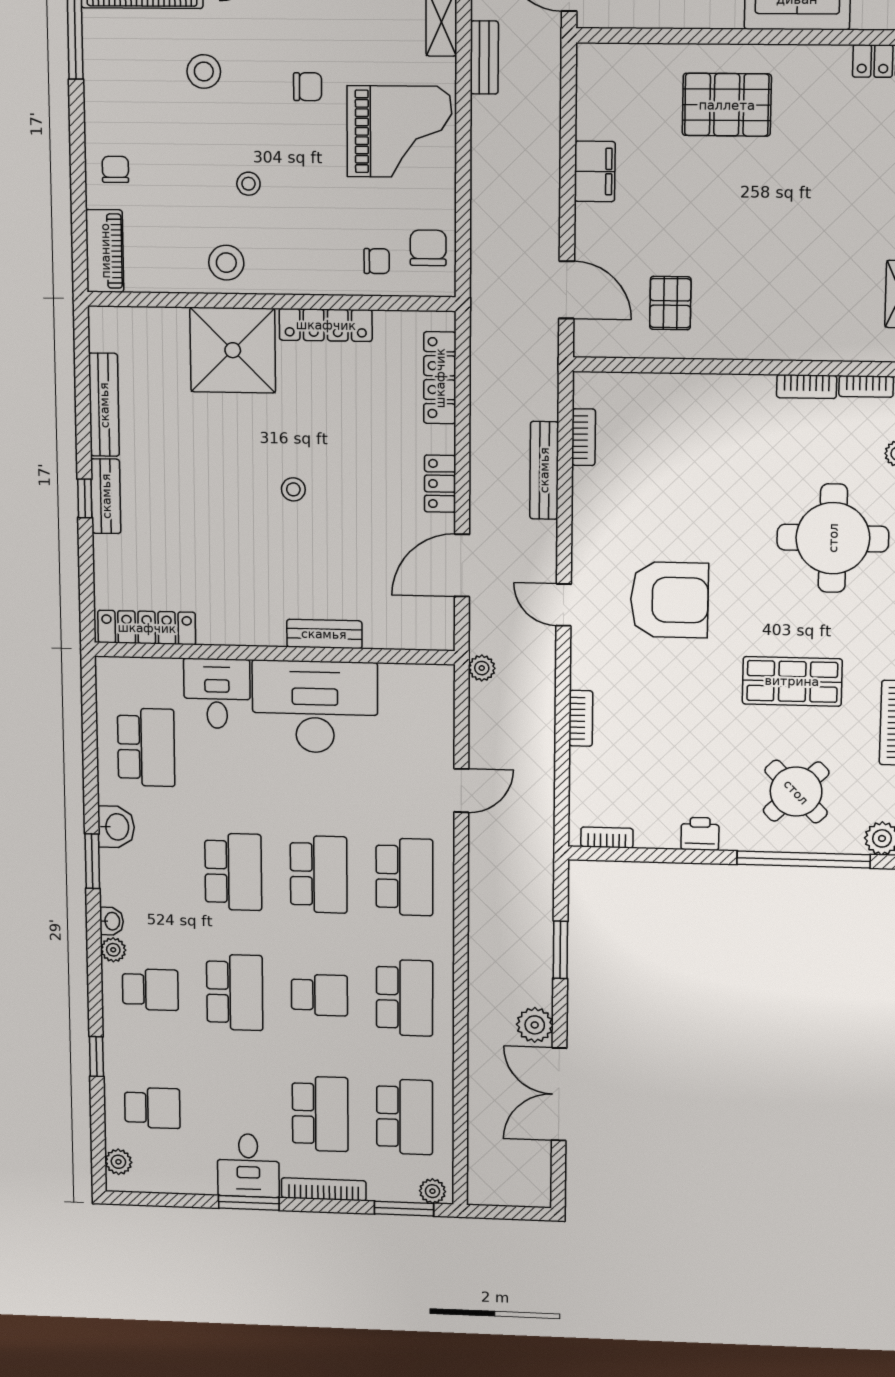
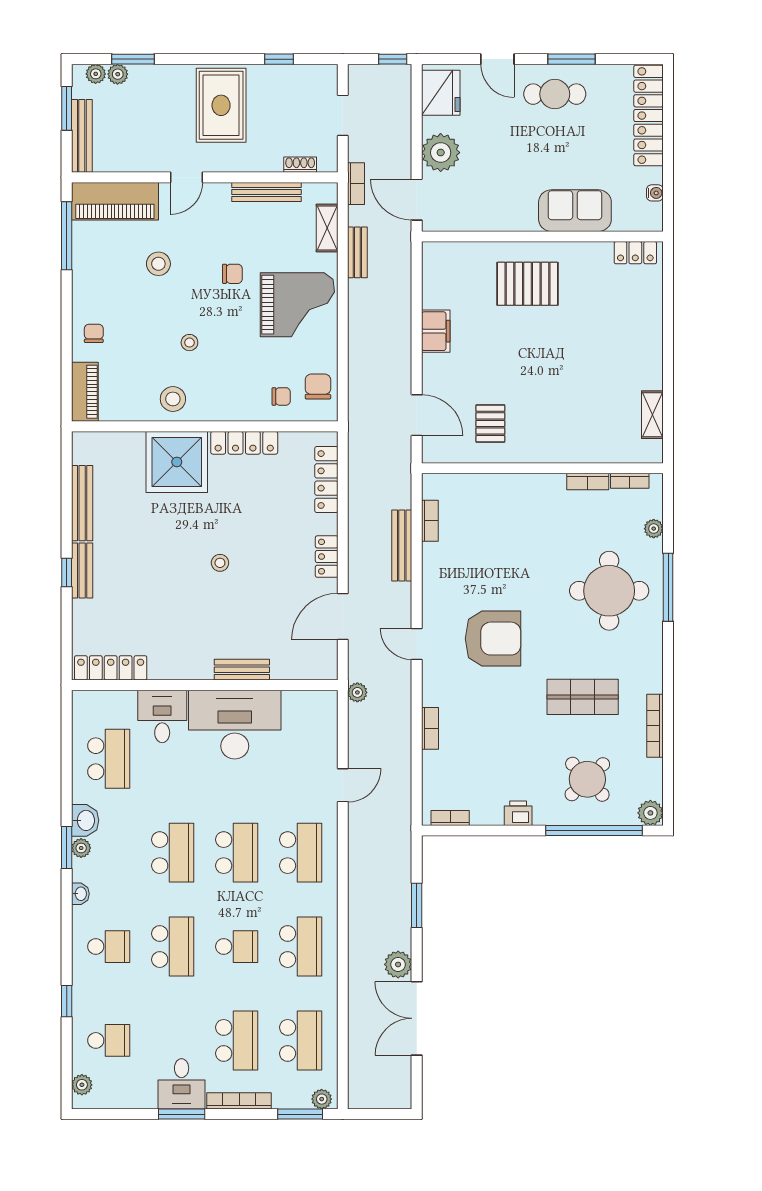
plant: (113, 950) -> (81, 848), moved

